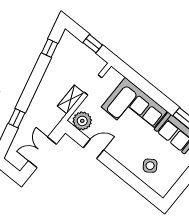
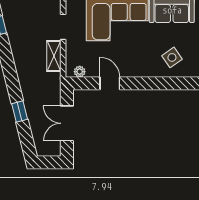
plant: (82, 121) -> (80, 72), width x0.53, depth x0.53
door: (94, 149) -> (110, 83), hinge flipped

